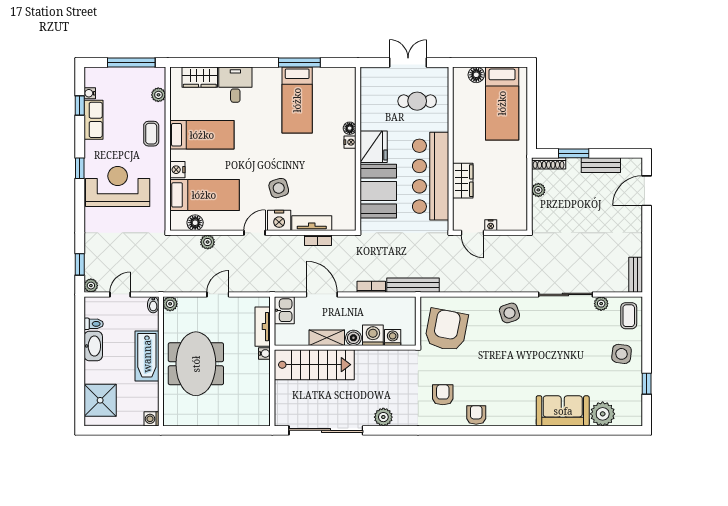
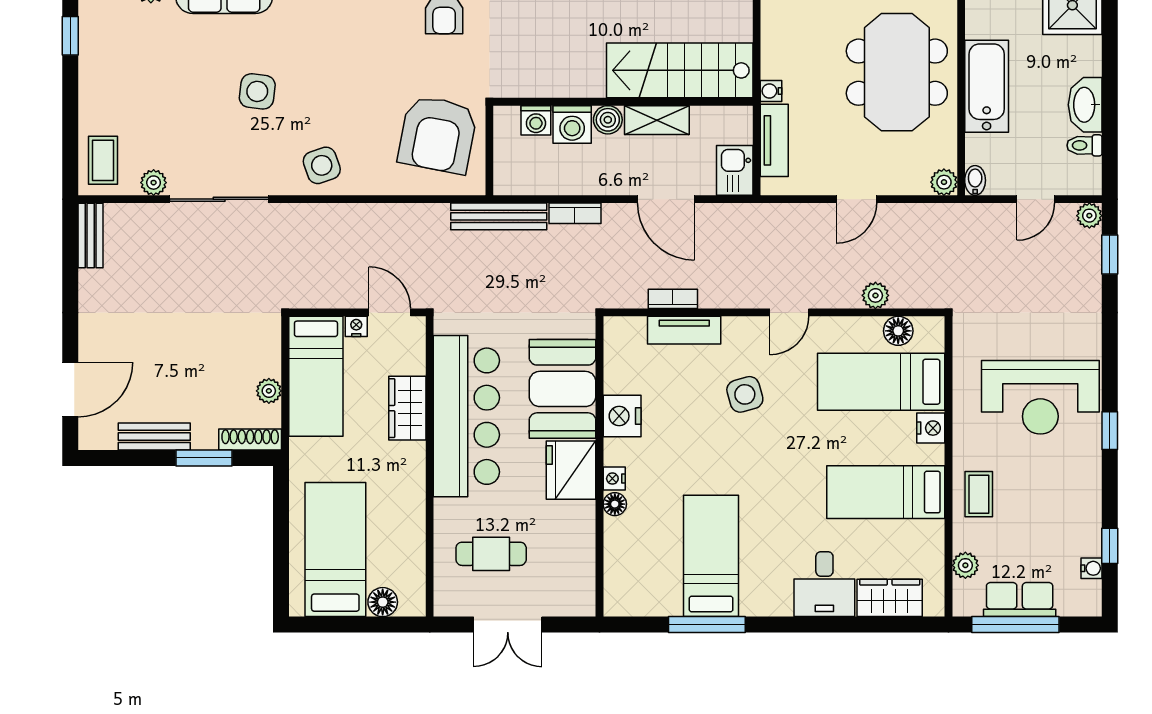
row of seats: (93, 120) -> (1020, 600), moved, turned 90
bed: (513, 198) -> (316, 376), added
nightstand: (279, 220) -> (622, 416), moved, turned -90
side table: (622, 354) -> (257, 91), moved

